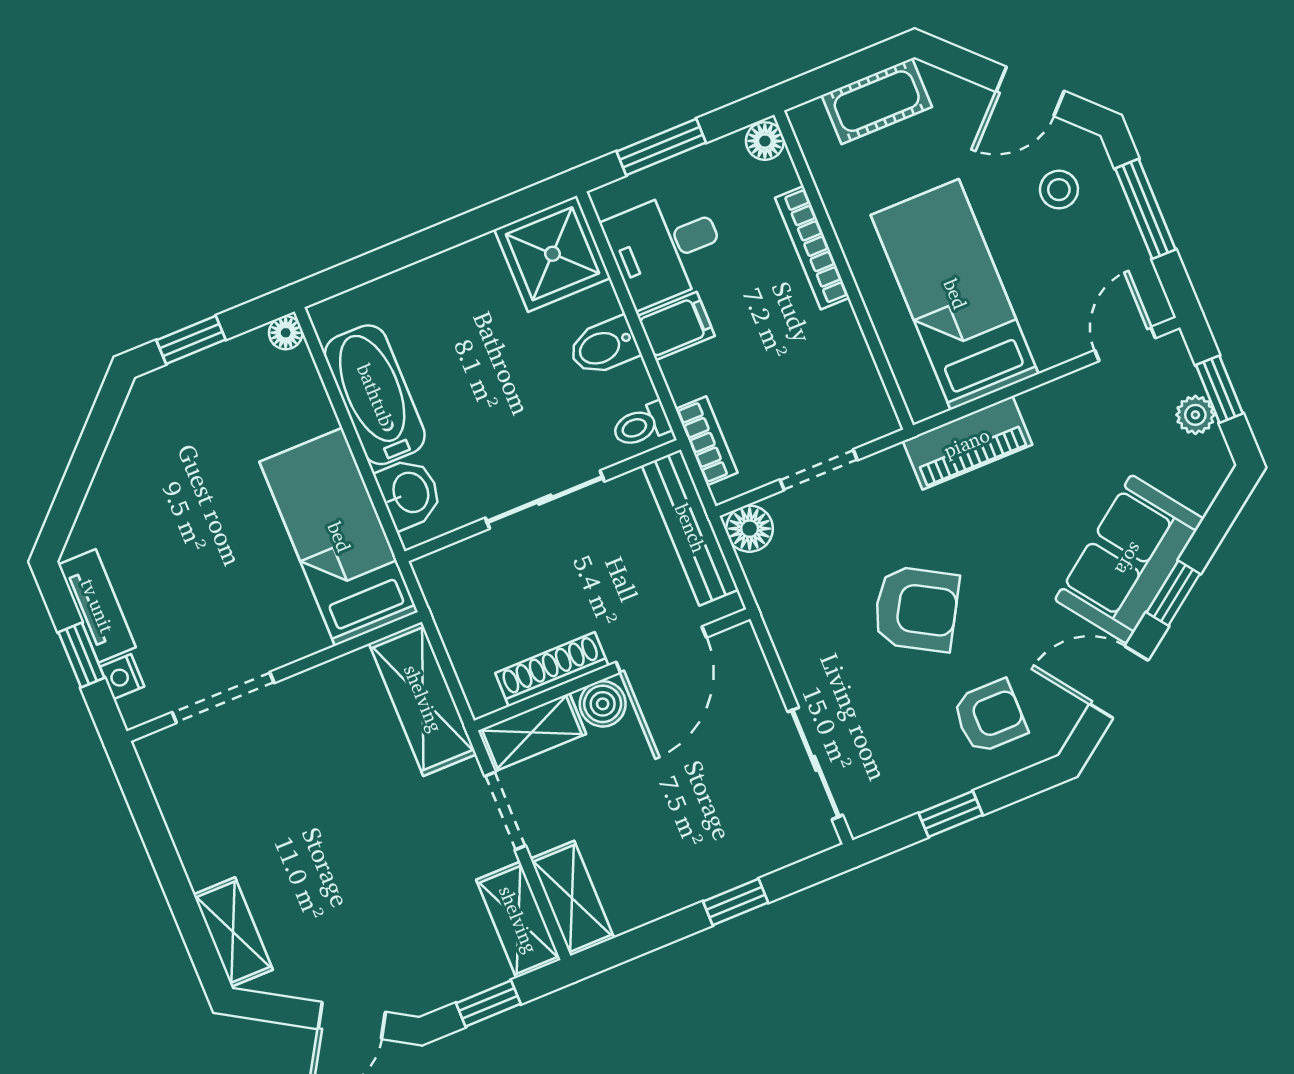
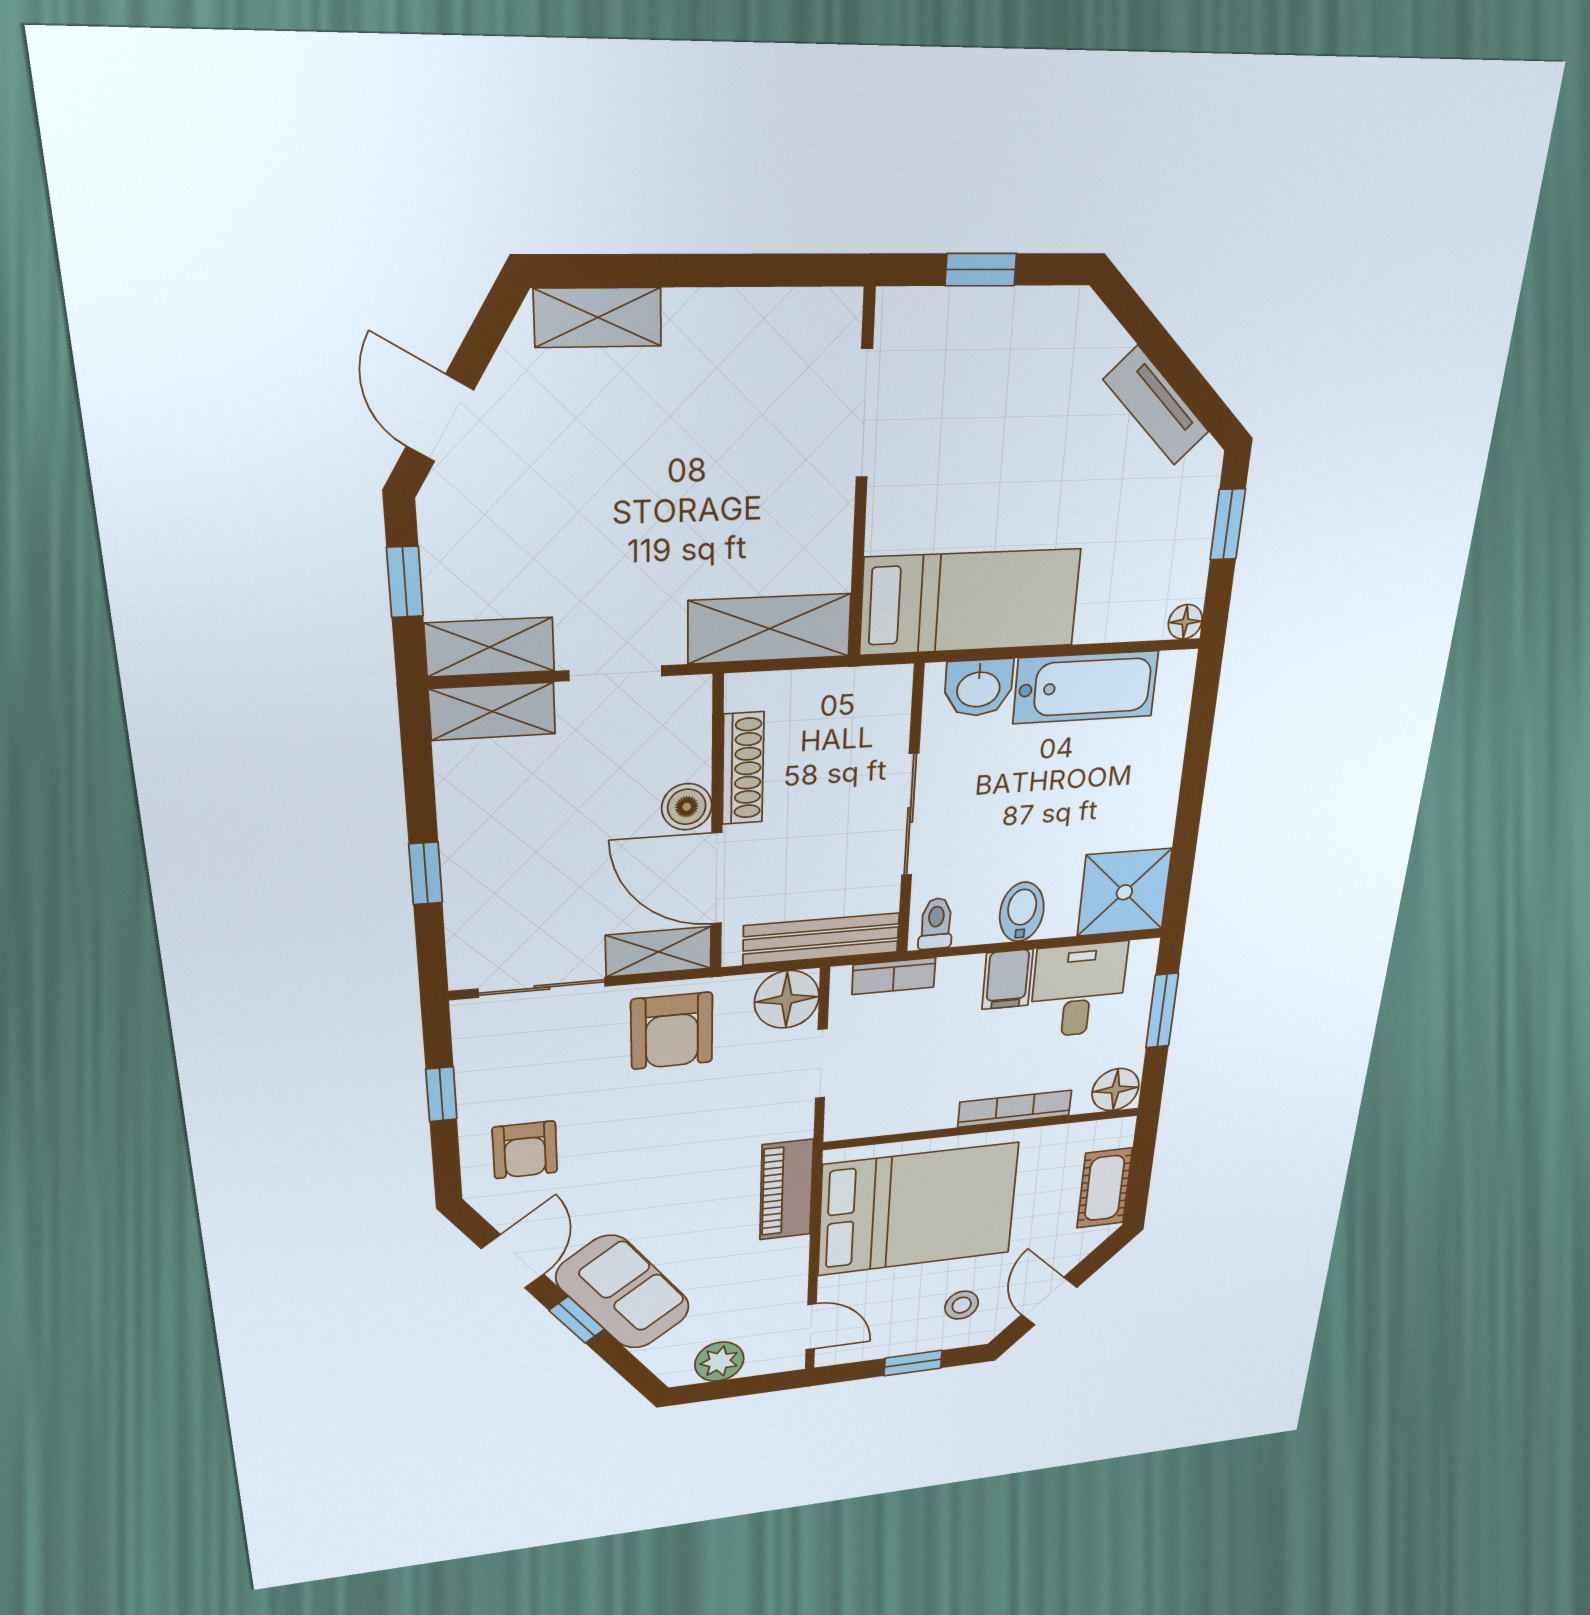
floor lamp: (765, 141) -> (1116, 1090), width x1.37, depth x1.37
window: (1145, 209) -> (913, 1363), width x0.67
bed: (955, 294) -> (918, 1209), width x1.50
window: (1219, 389) -> (739, 1387), removed
plant: (1195, 415) -> (719, 1362), width x1.38, depth x1.38
floor lamp: (750, 529) -> (787, 999), width x1.38, depth x1.38
tv unit: (97, 606) -> (1156, 406), moved, turned 45
armchair: (916, 609) -> (672, 1031), moved, turned -30
nightstand: (122, 677) -> (937, 307), removed
shelving: (532, 732) -> (658, 952), moved, turned 90

